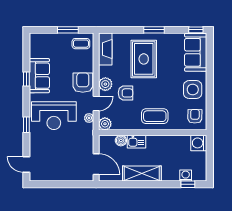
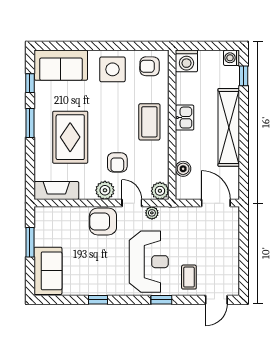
window: (196, 30) -> (30, 83), moved
coffee table: (81, 44) -> (189, 277), moved
rug: (144, 59) -> (70, 137), turned 90
sofa: (39, 76) -> (48, 271), moved, turned 90
armchair: (125, 93) -> (117, 162), turned 180
kitchen sink: (136, 142) -> (185, 118), moved
door: (96, 164) -> (216, 203), hinge flipped
shelving: (142, 174) -> (229, 127), width x1.47
washing machine: (186, 176) -> (232, 58), moved

